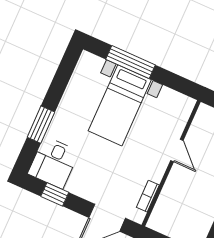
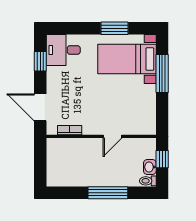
bed with nightstands: (120, 105) -> (127, 59), moved
window: (41, 125) -> (114, 28), moved

